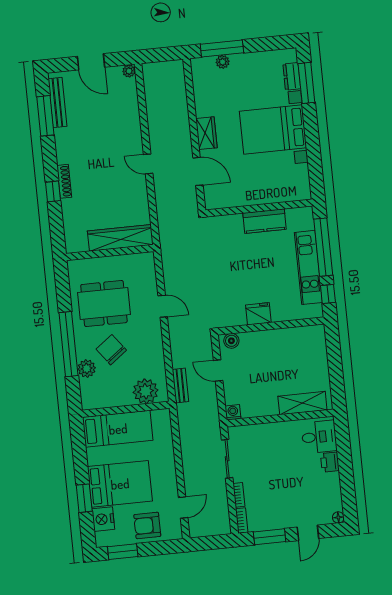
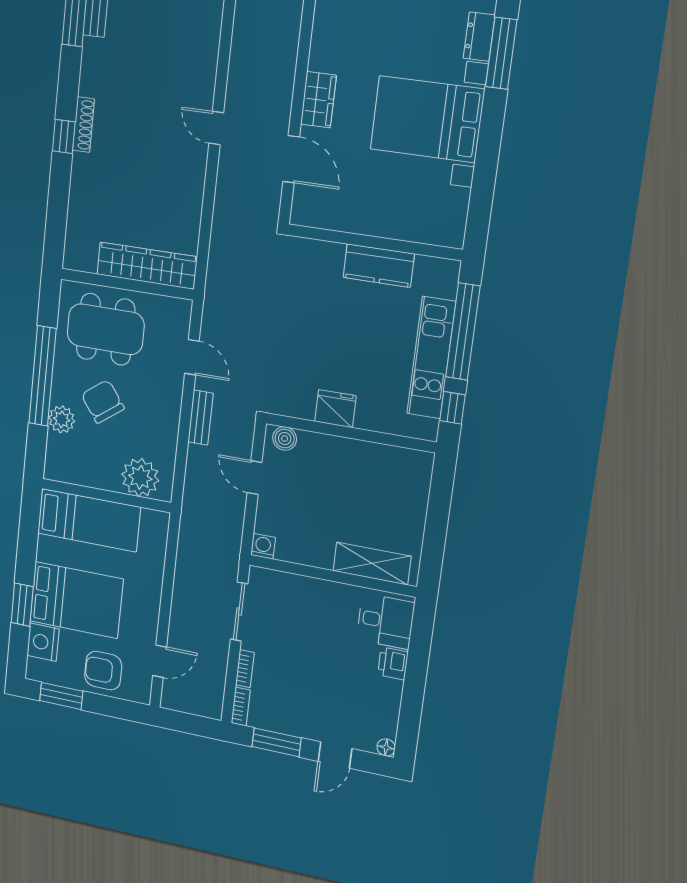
wardrobe: (120, 238) -> (147, 266), moved
wall: (110, 253) -> (127, 284), moved
bench: (180, 385) -> (201, 418), moved

